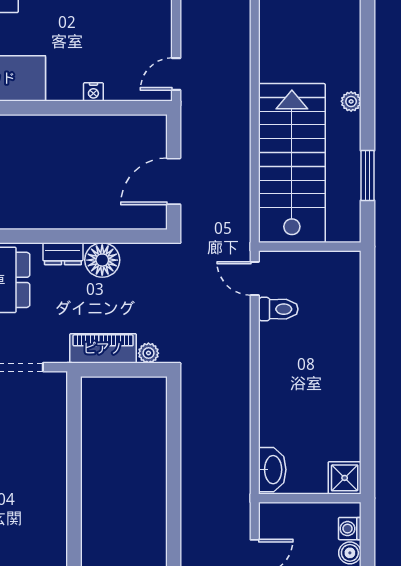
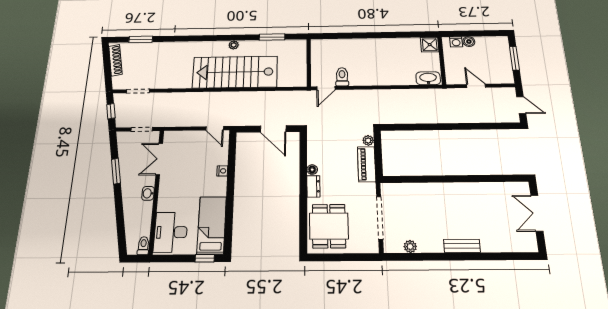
stairs: (292, 163) -> (235, 72), moved
floor lamp: (102, 260) -> (312, 170), width x0.53, depth x0.53

